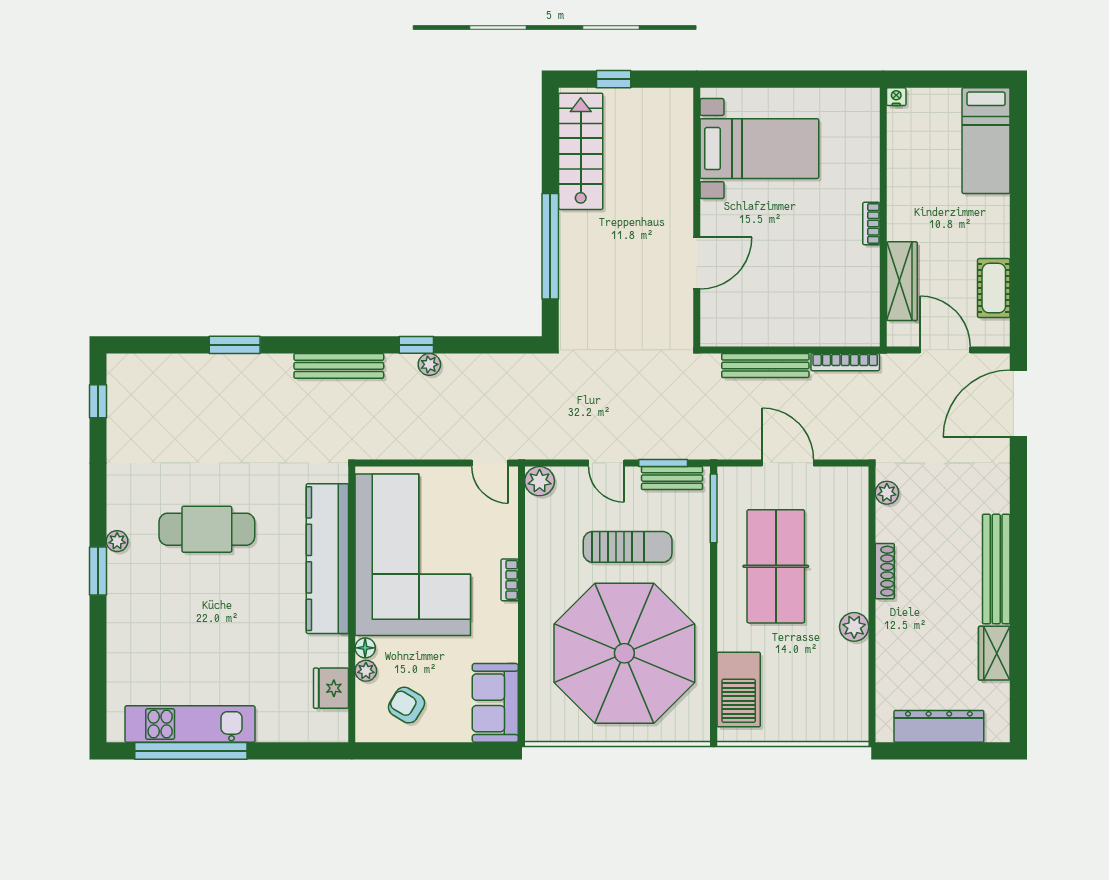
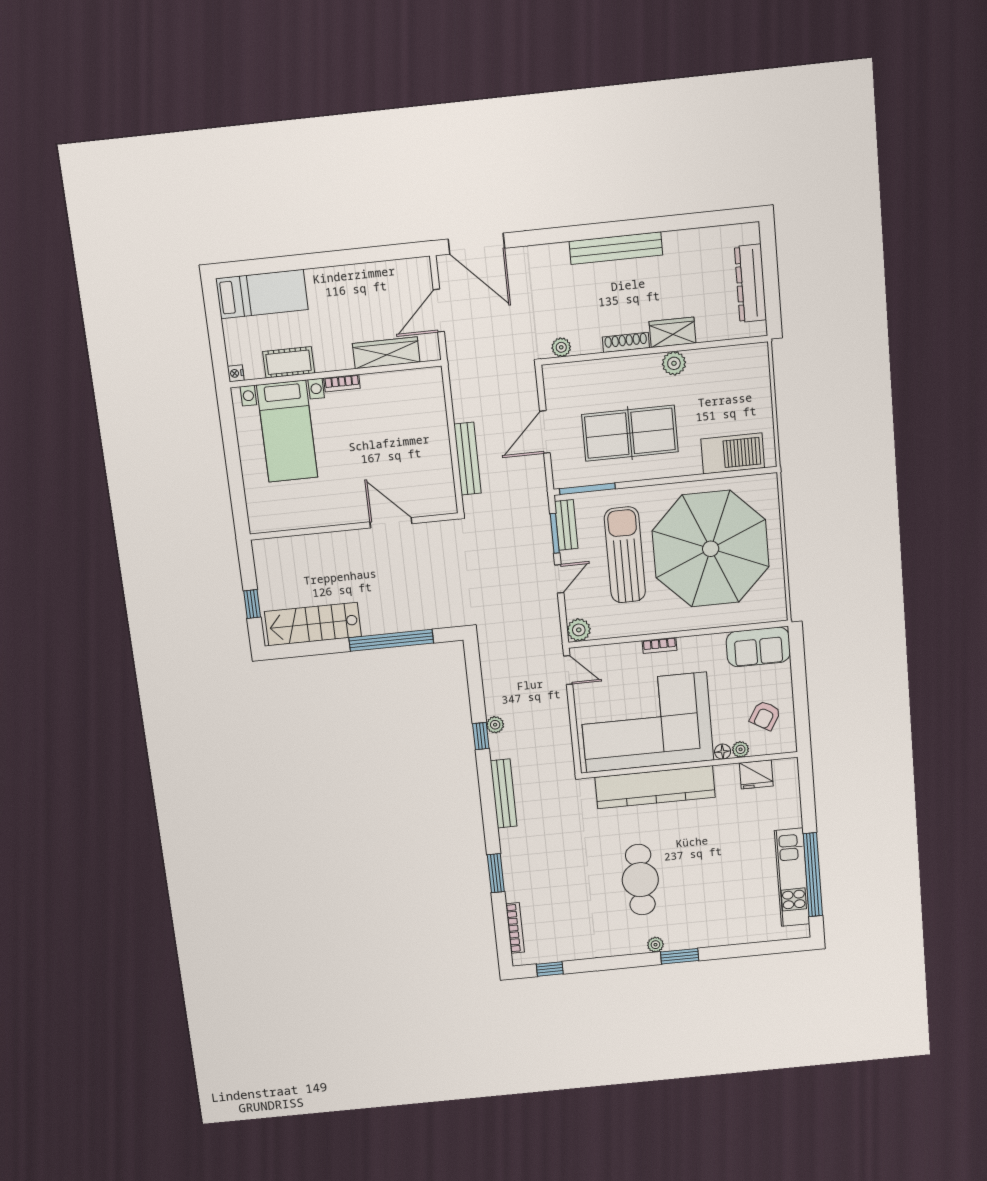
bed with nightstands: (759, 149) -> (287, 431), moved, turned 180
cot: (994, 288) -> (289, 362), moved
bookcase: (845, 362) -> (515, 928), moved
door: (490, 463) -> (568, 670), hinge flipped
sun lounger: (628, 547) -> (625, 555), width x1.36, depth x1.34
wardrobe: (994, 653) -> (672, 332), moved, turned 180

